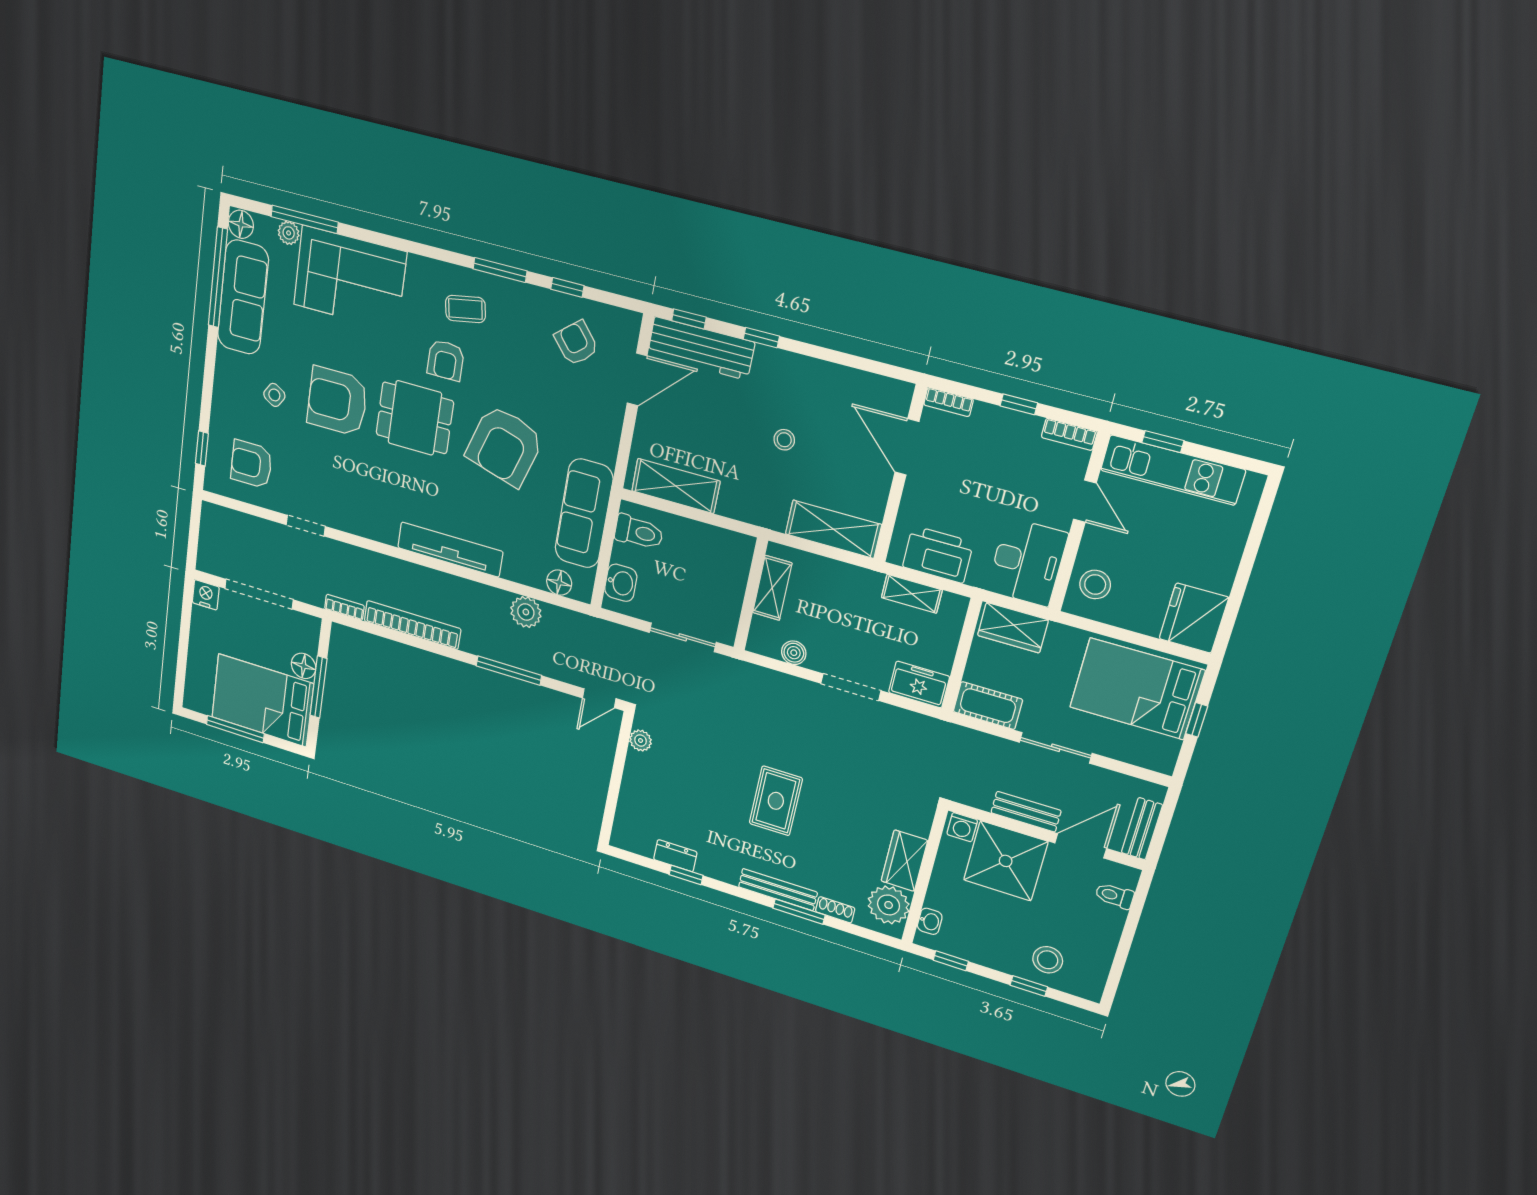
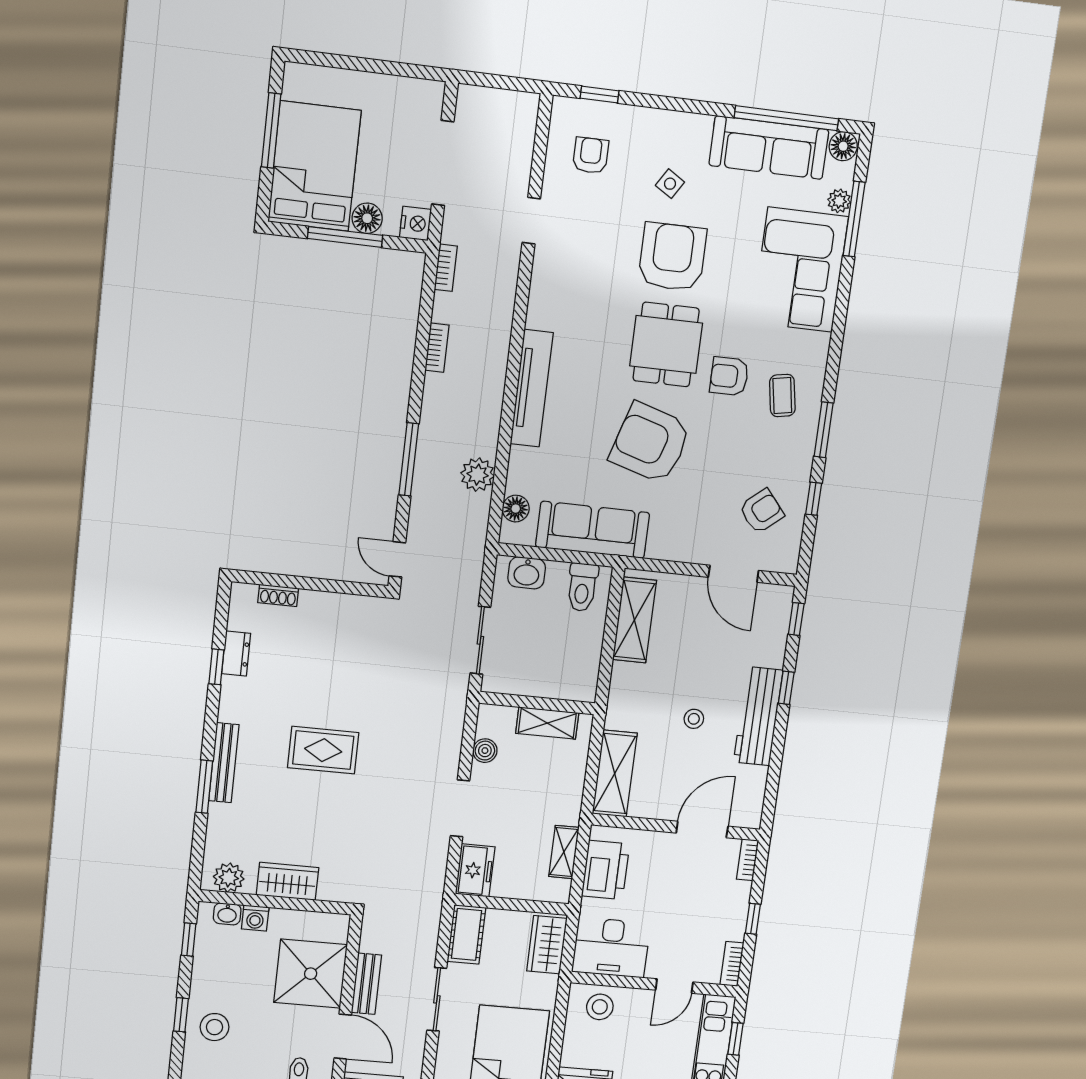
workbench: (701, 348) -> (758, 716), moved
armchair: (251, 464) -> (591, 155), width x0.72, depth x0.72
nightstand: (206, 595) -> (415, 223), moved
bookcase: (412, 625) -> (437, 348), width x0.43, depth x0.76
plant: (641, 740) -> (359, 606), removed
washing machine: (962, 827) -> (255, 918), moved, turned -90
plant: (889, 905) -> (229, 878), width x0.73, depth x0.73
shoe rack: (835, 910) -> (278, 595), moved, turned 90

